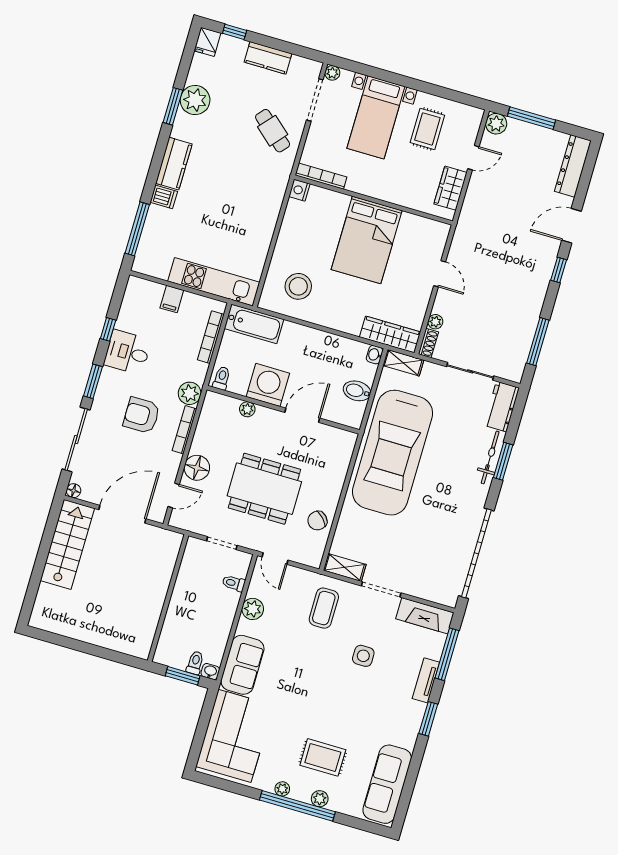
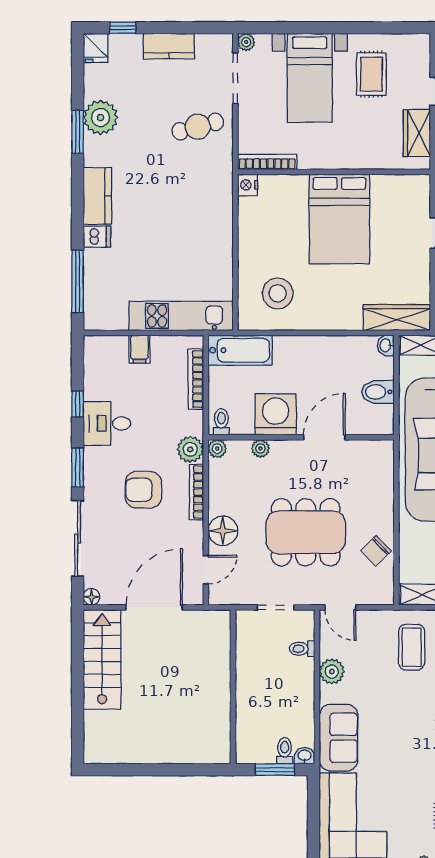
cafe table: (273, 131) -> (198, 127), turned -56
plant: (212, 399) -> (217, 449), added

